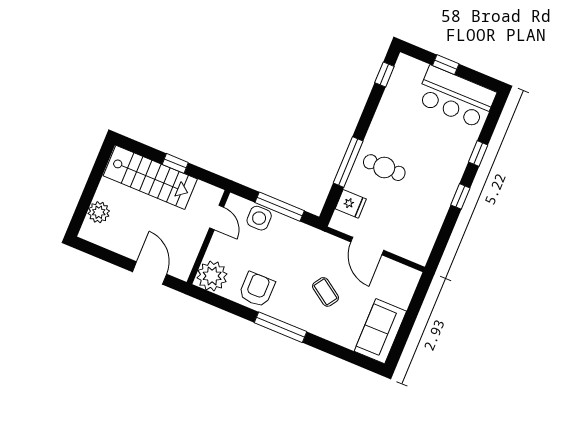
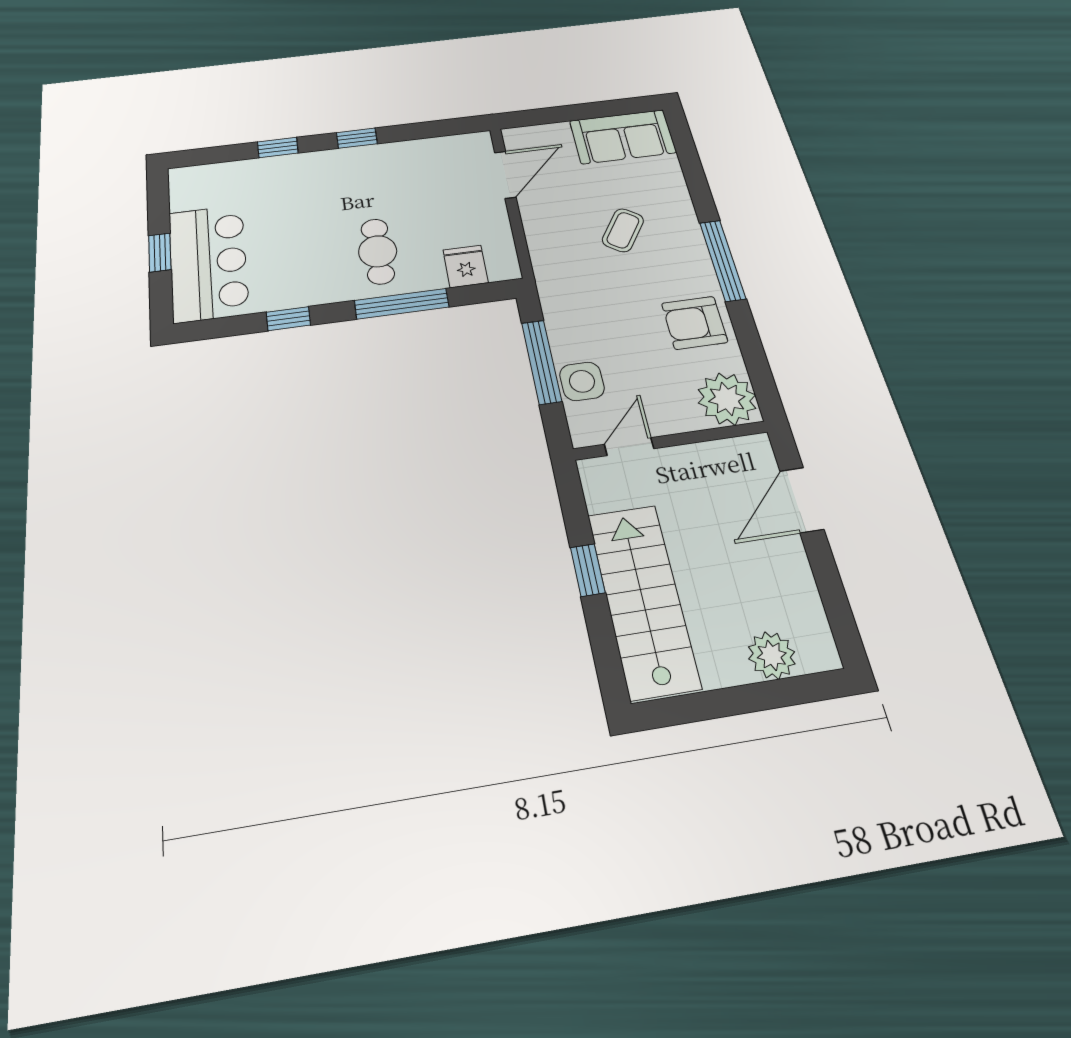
window: (384, 74) -> (288, 319), moved
bar counter: (456, 97) -> (208, 263), moved
door: (367, 246) -> (505, 175), moved

